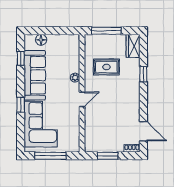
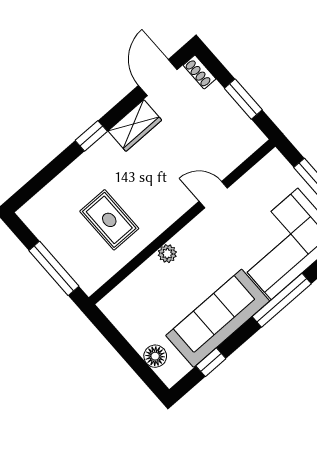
wardrobe: (133, 46) -> (135, 126), moved
window: (143, 74) -> (91, 136), moved
door: (82, 99) -> (213, 195), moved
window: (21, 105) -> (282, 300), width x2.17

